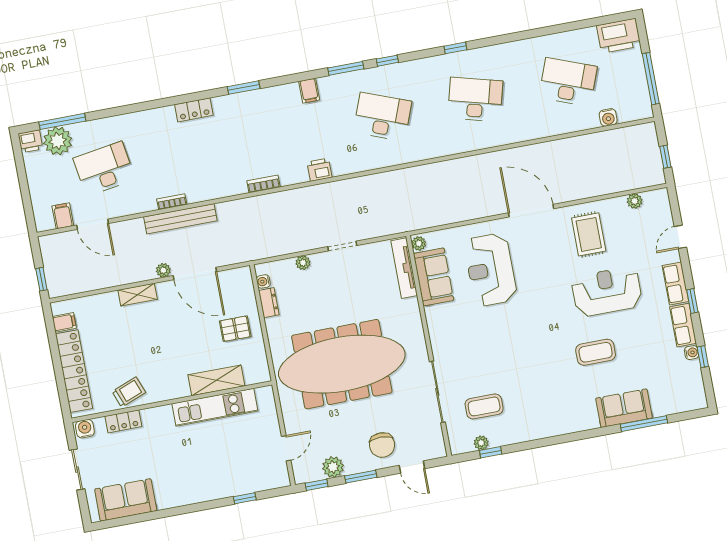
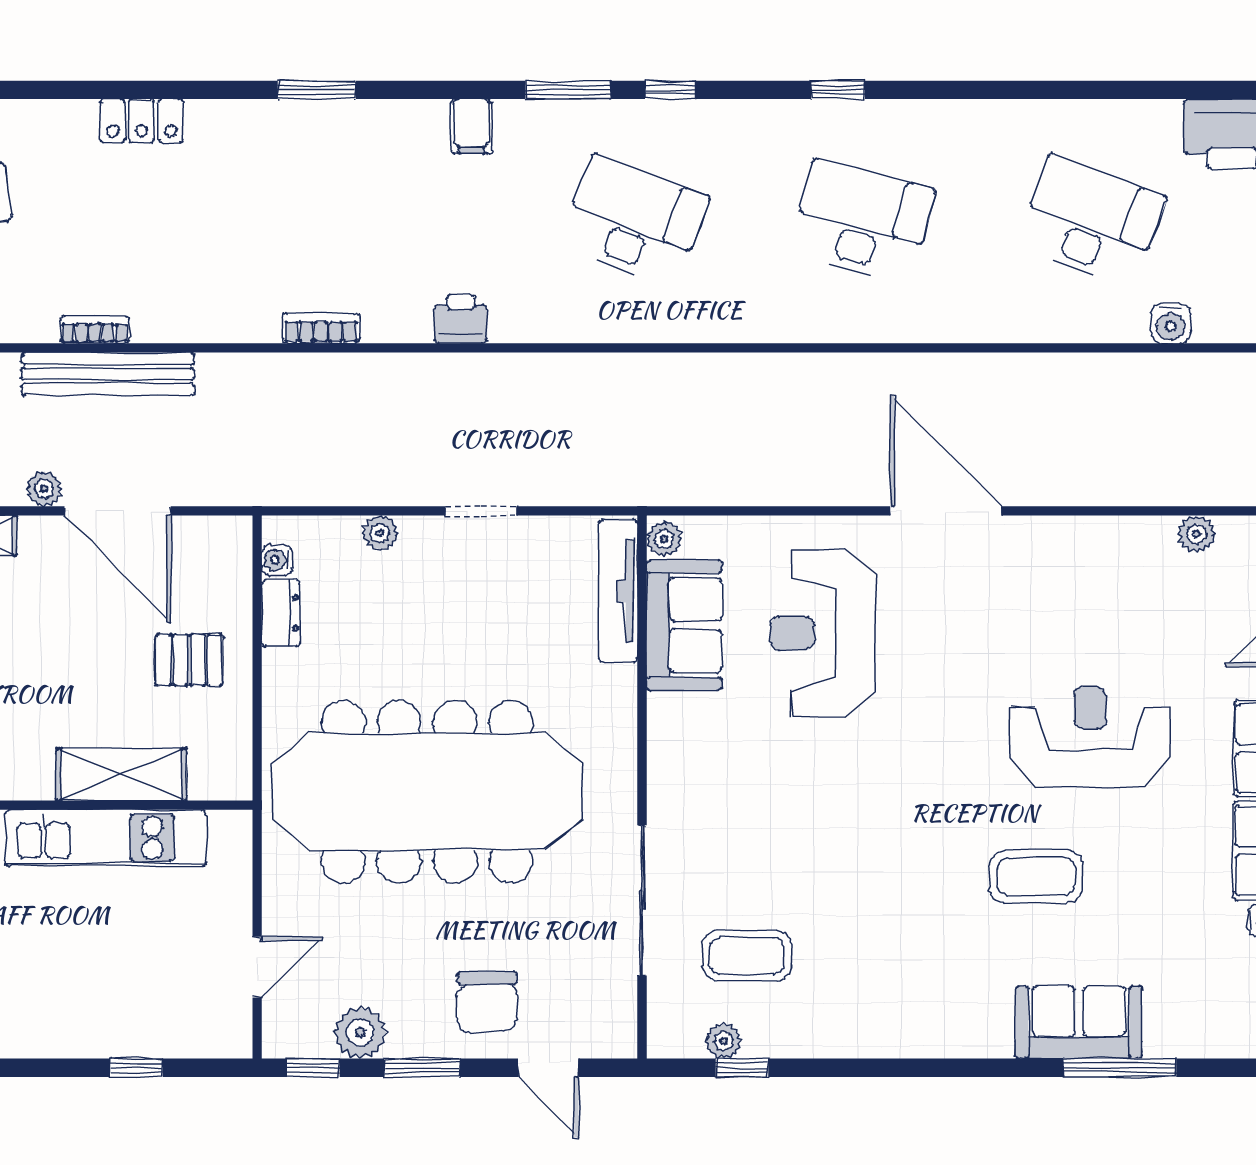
locker: (194, 110) -> (142, 121), moved
rug: (589, 234) -> (1072, 593), removed

